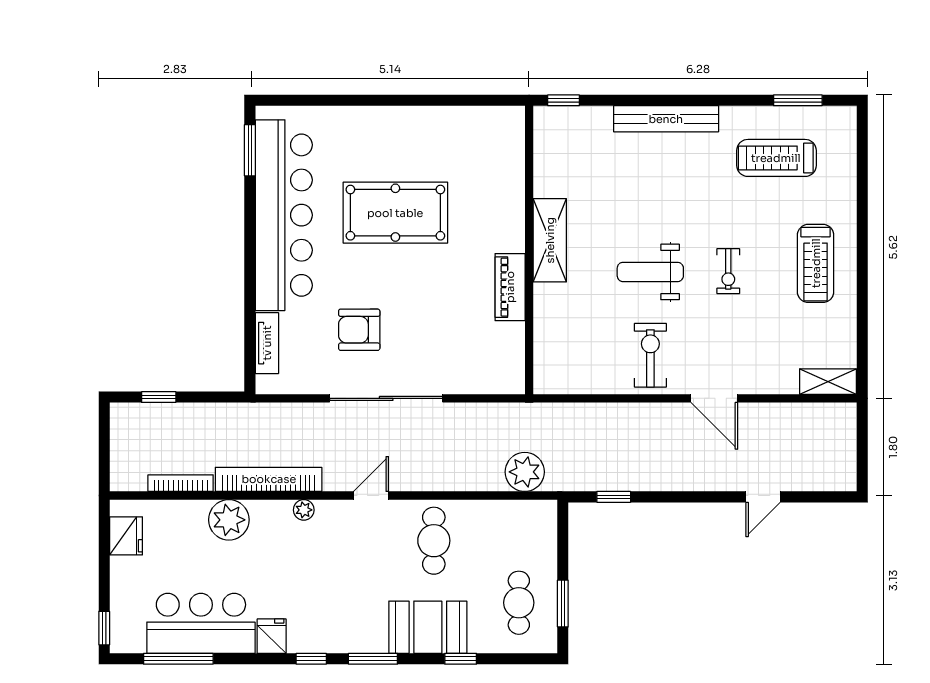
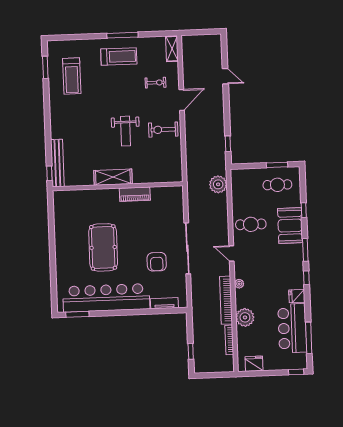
bench: (666, 119) -> (57, 163), moved
exercise bike: (728, 271) -> (156, 83), moved
window: (862, 273) -> (122, 35), added

